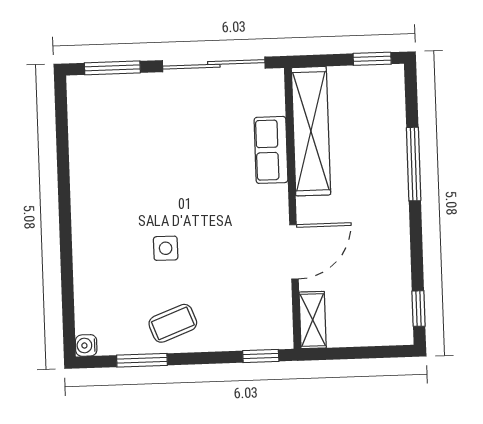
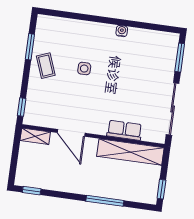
water cooler: (86, 345) -> (122, 31), moved

